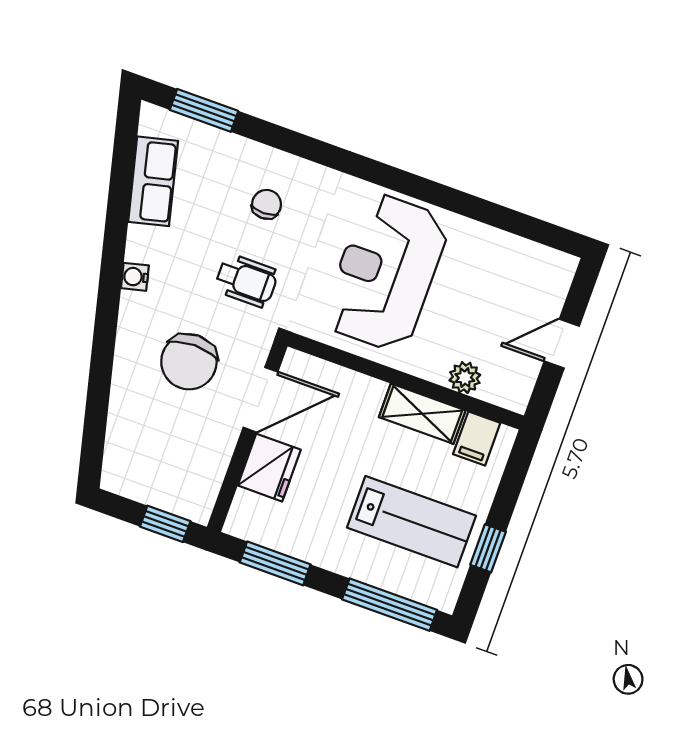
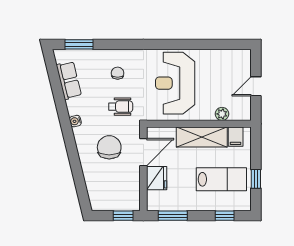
chair: (189, 362) -> (109, 147), turned 180
shelving: (422, 414) -> (202, 137), width x1.50, depth x1.33
window: (390, 605) -> (225, 216), width x0.46

